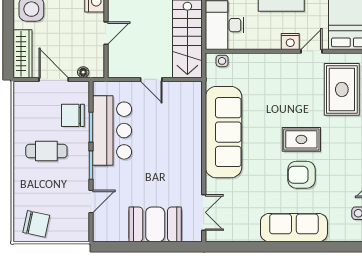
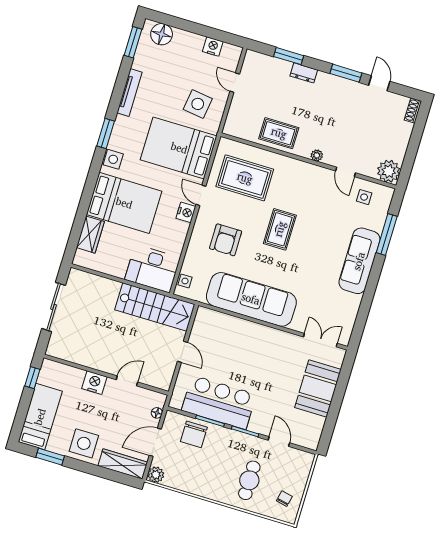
door: (106, 33) -> (127, 381), hinge flipped
door: (151, 79) -> (182, 352), hinge flipped
plant: (22, 90) -> (156, 475), added
cafe table: (46, 151) -> (249, 480), moved
armchair: (301, 175) -> (226, 240), moved
chair: (36, 224) -> (284, 499), width x0.54, depth x0.54
window: (328, 247) -> (387, 234), added

